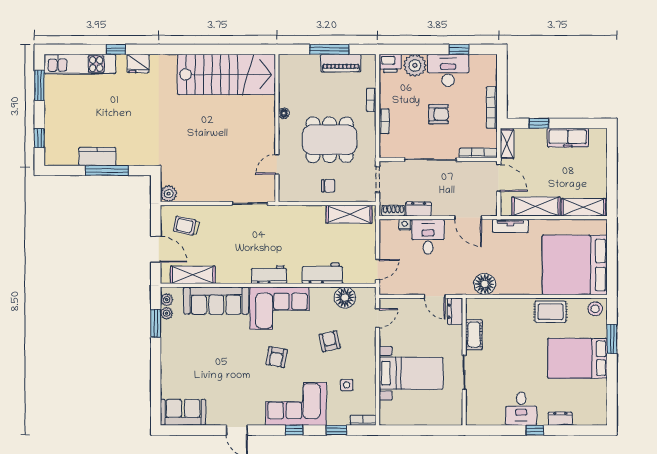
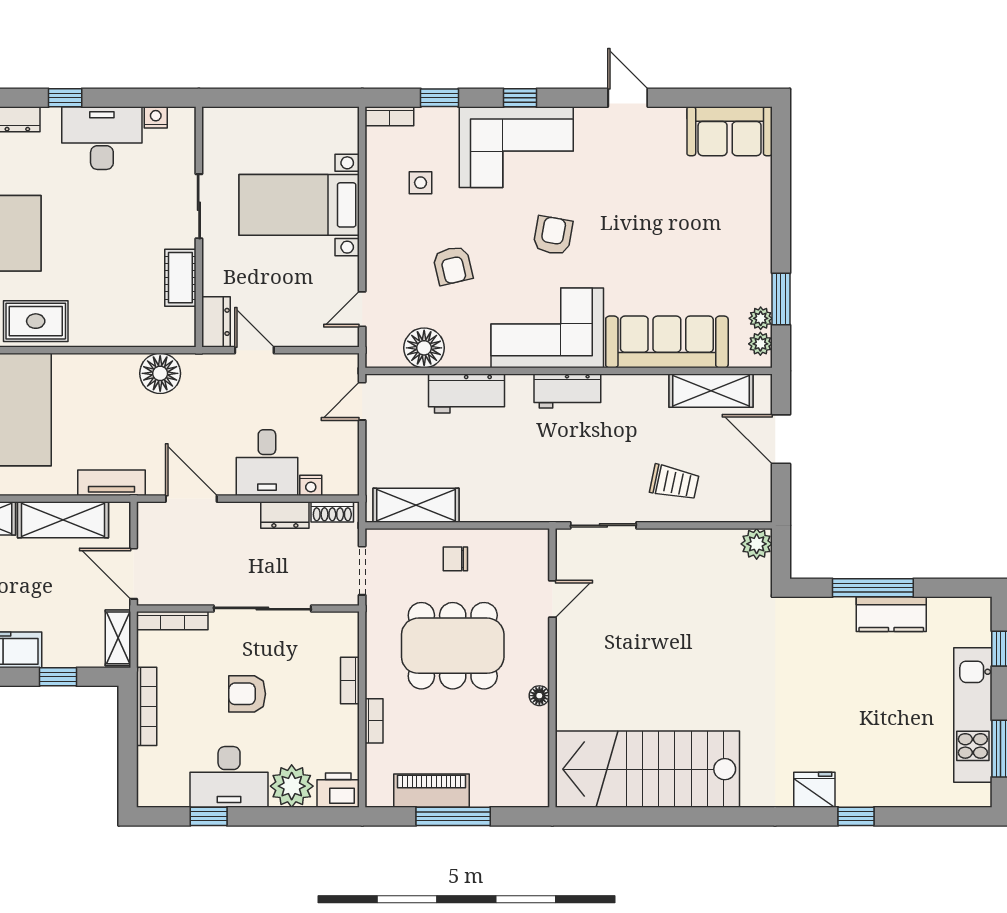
kitchen unit: (80, 64) -> (973, 715), moved, turned -90
trolley: (186, 226) -> (674, 482), moved
desk: (521, 409) -> (102, 138), width x1.37
nightstand: (487, 420) -> (156, 117), added

